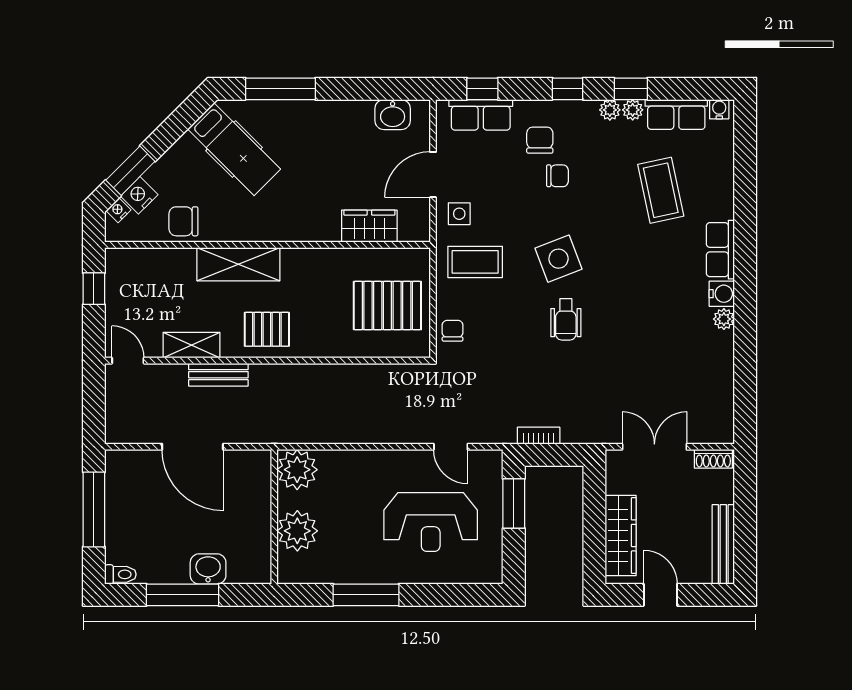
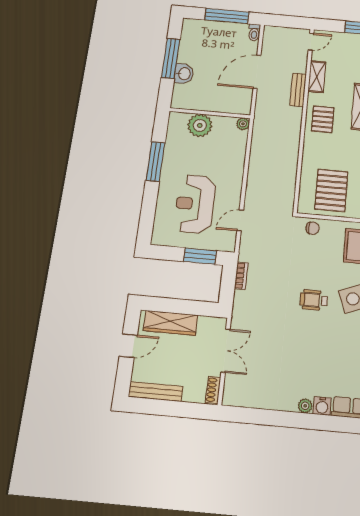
plant: (297, 470) -> (243, 124), width x0.53, depth x0.53
toilet: (120, 574) -> (254, 32), moved

